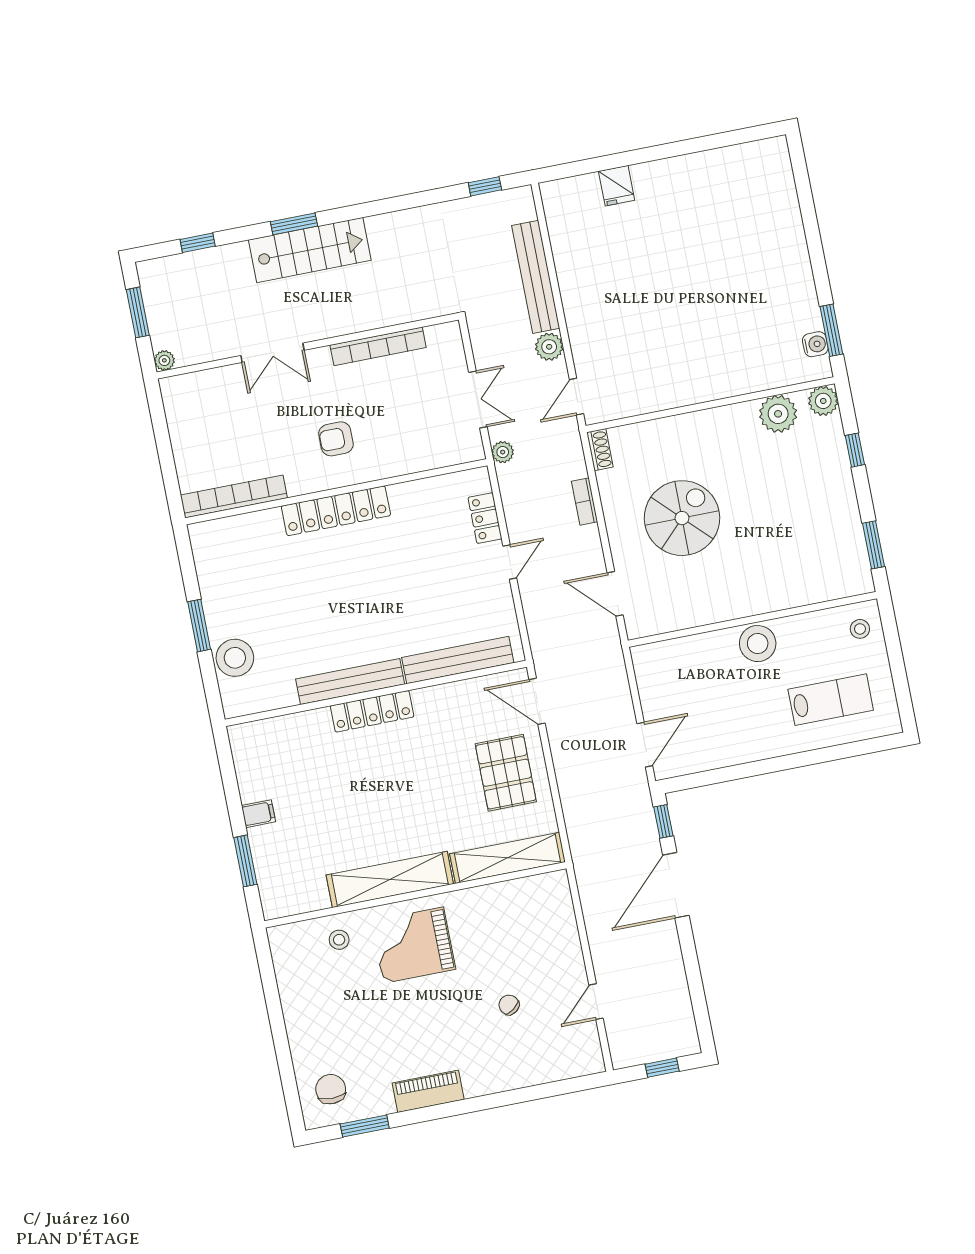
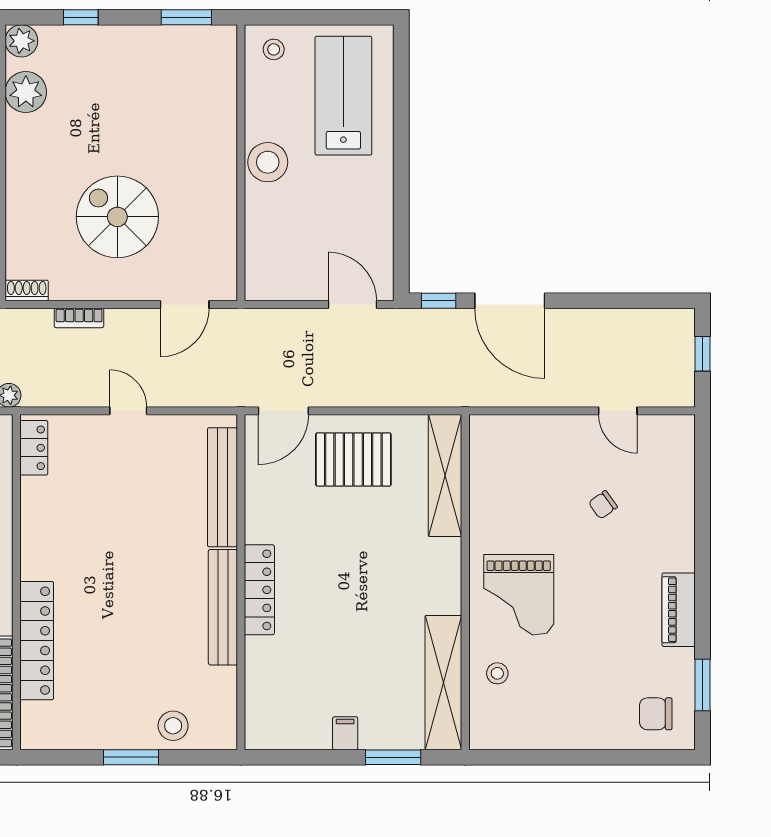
locker: (336, 511) -> (37, 641), moved
locker: (485, 518) -> (34, 448), moved, turned -90
stool: (235, 658) -> (173, 726), width x0.73, depth x0.73
lab bench: (831, 700) -> (343, 96), width x1.36, depth x1.39
shelving: (390, 879) -> (443, 683), moved

